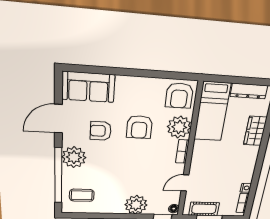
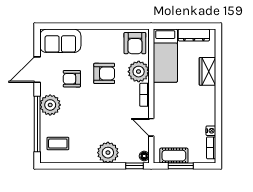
armchair: (139, 127) -> (104, 73), turned -90
door: (185, 183) -> (151, 127), hinge flipped

